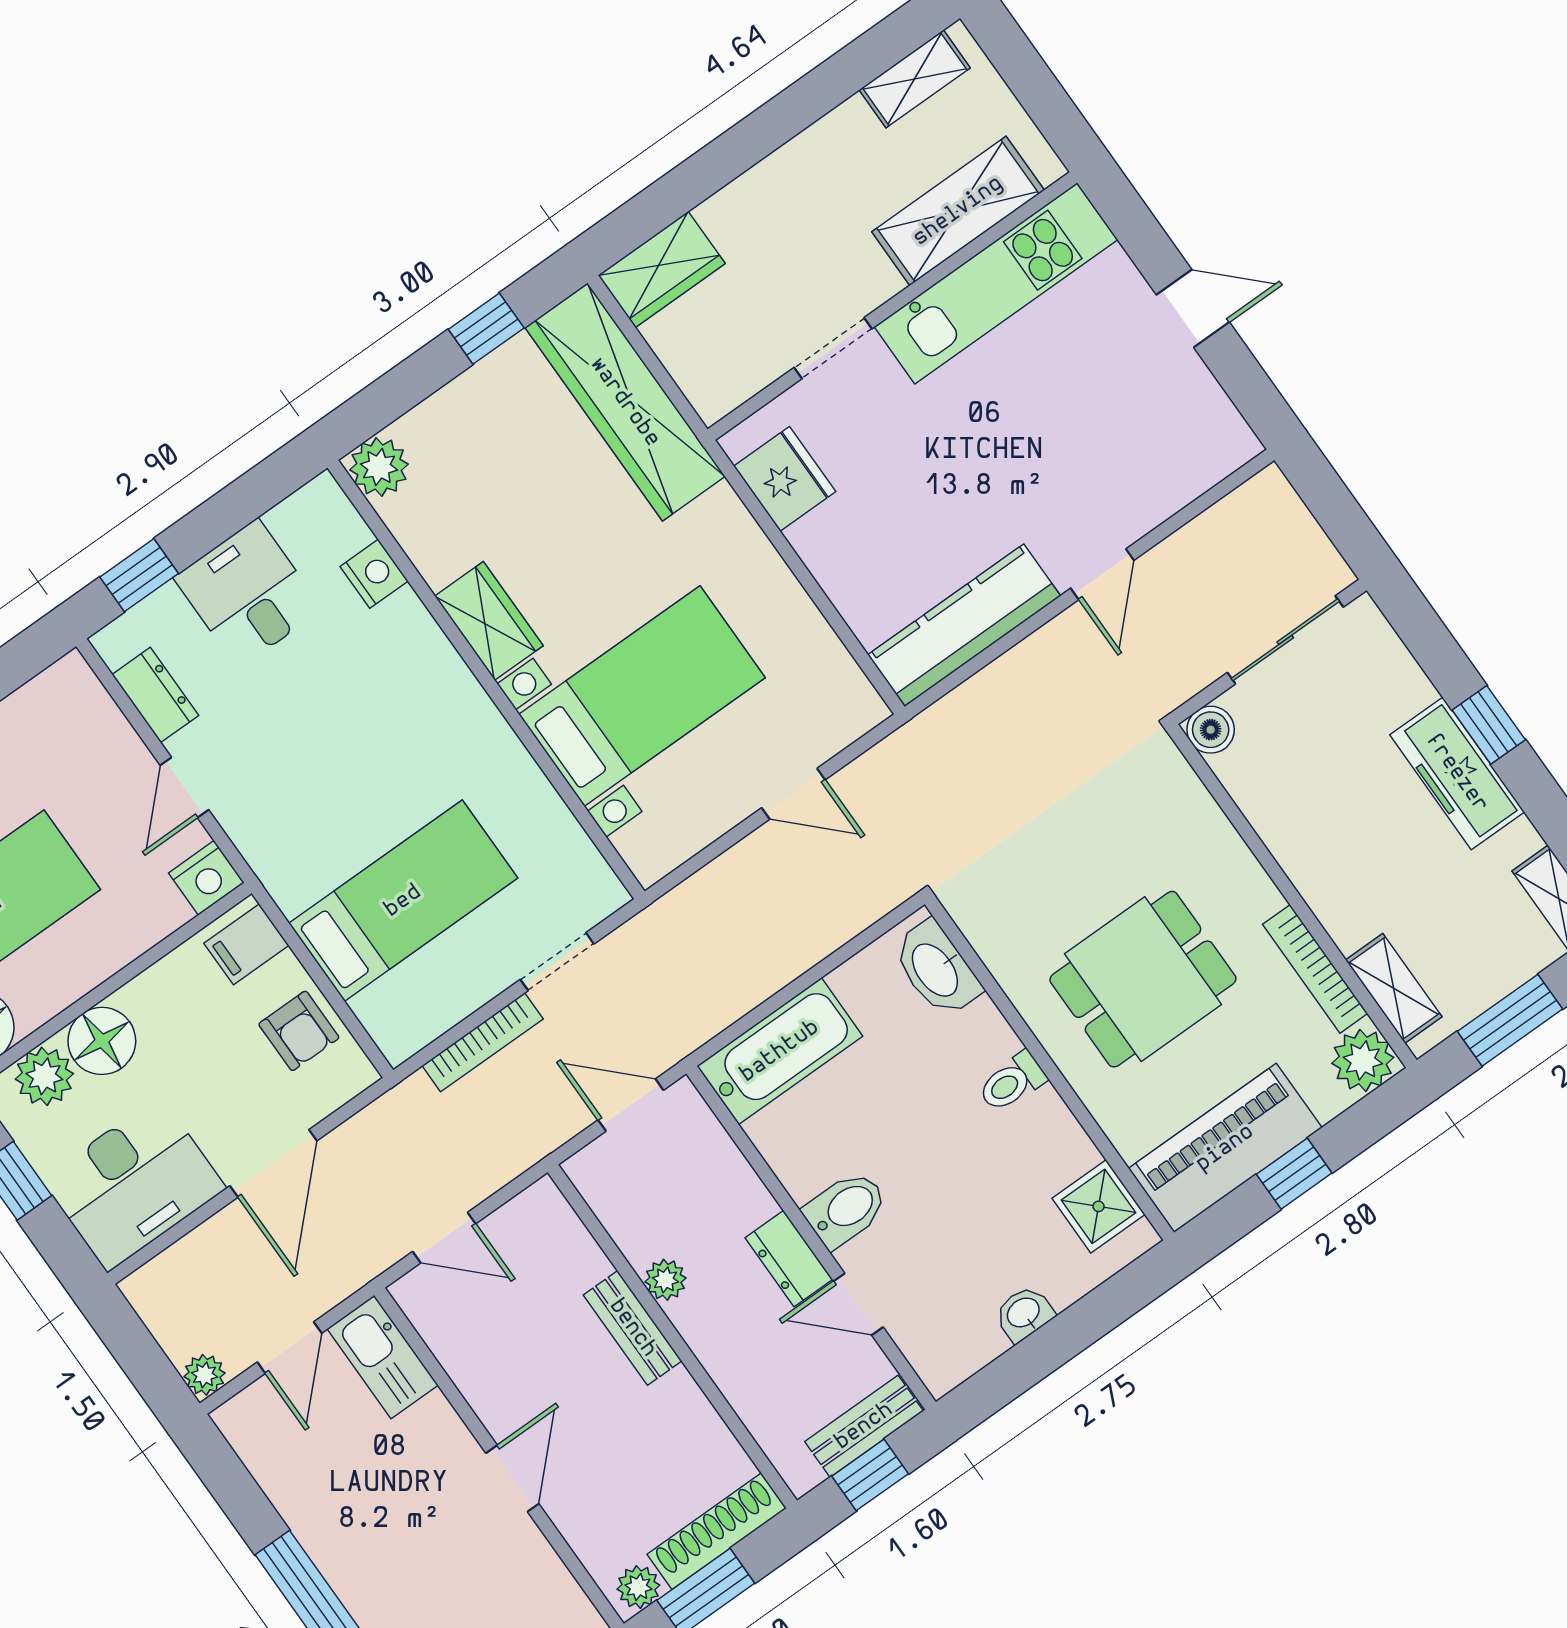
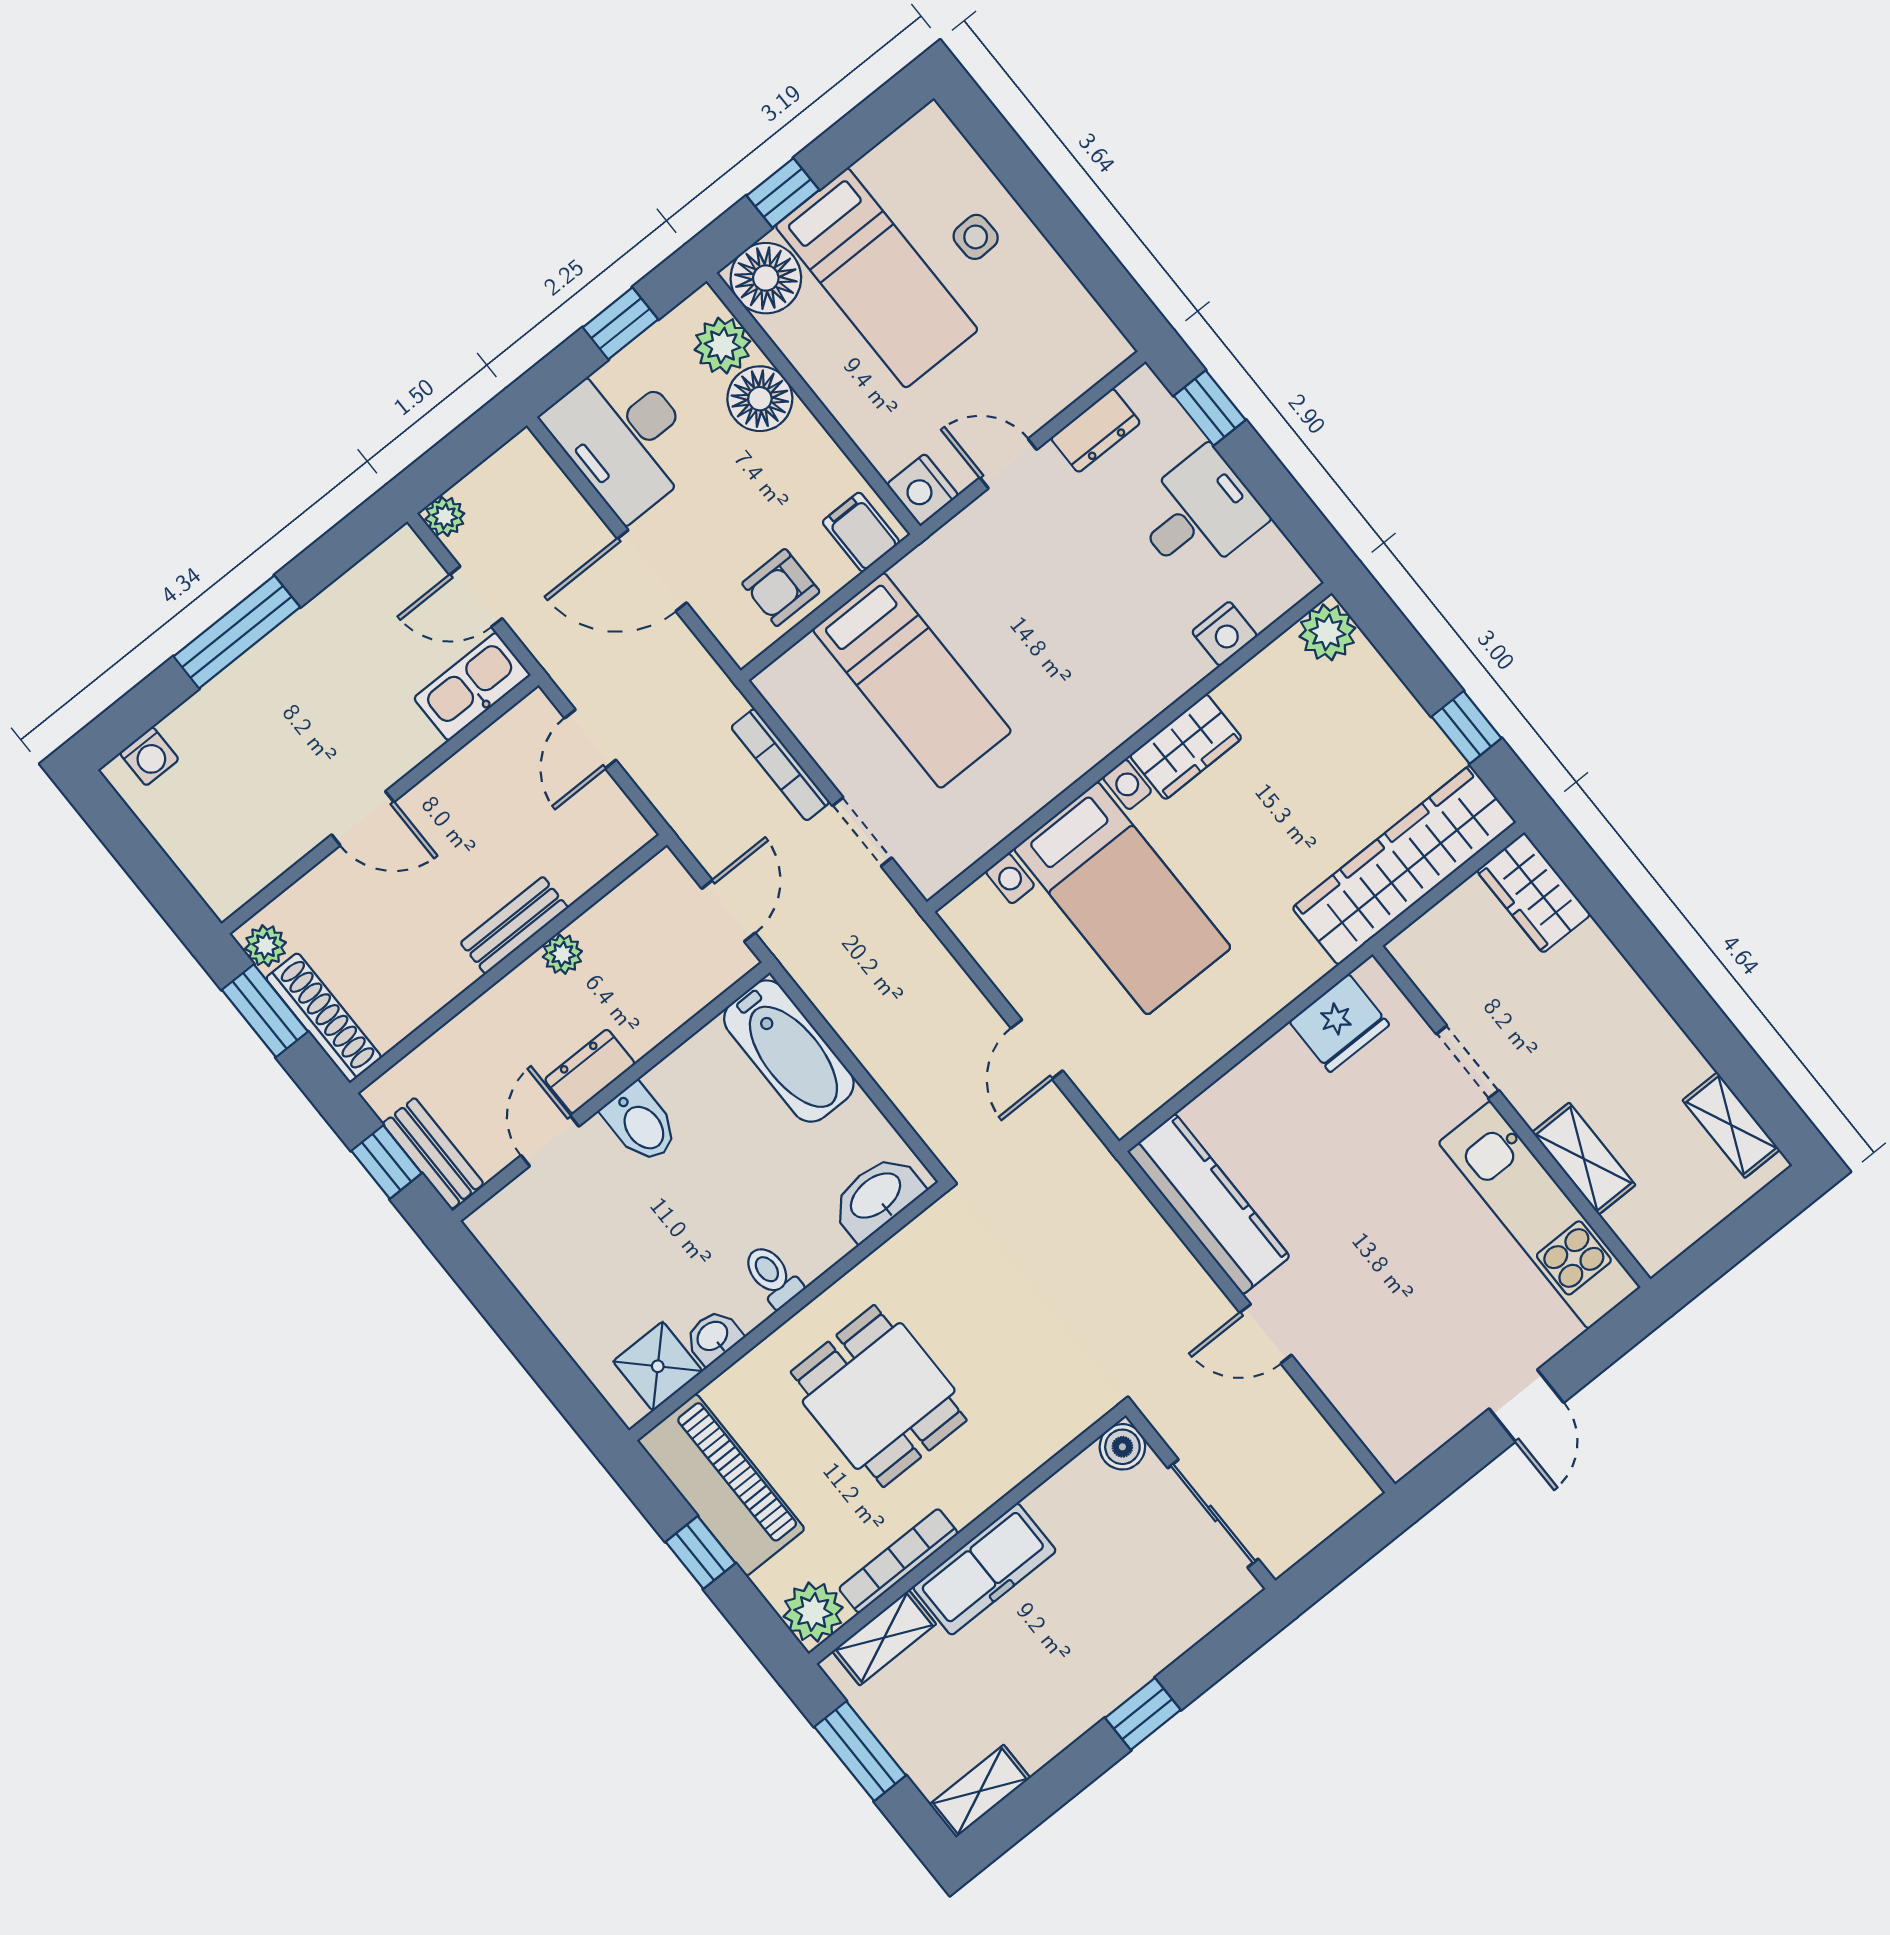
shelving: (958, 211) -> (1584, 1159), width x0.67, depth x0.75
freezer: (1457, 773) -> (984, 1569), moved, turned 180
washbasin: (1024, 1314) -> (713, 1337), moved, turned -90

